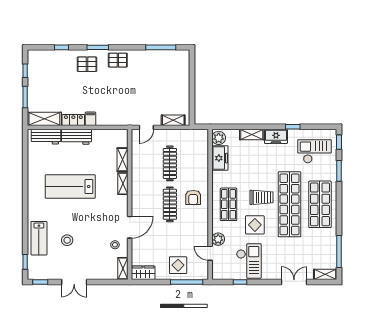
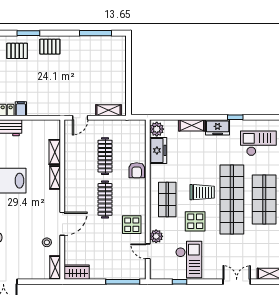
armchair: (193, 197) -> (137, 170), moved
display table: (178, 265) -> (132, 225), moved

